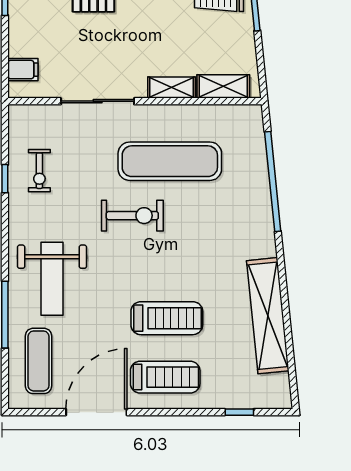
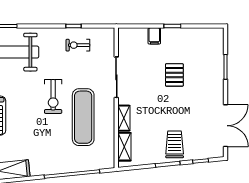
filing cabinet: (23, 70) -> (154, 36), moved

